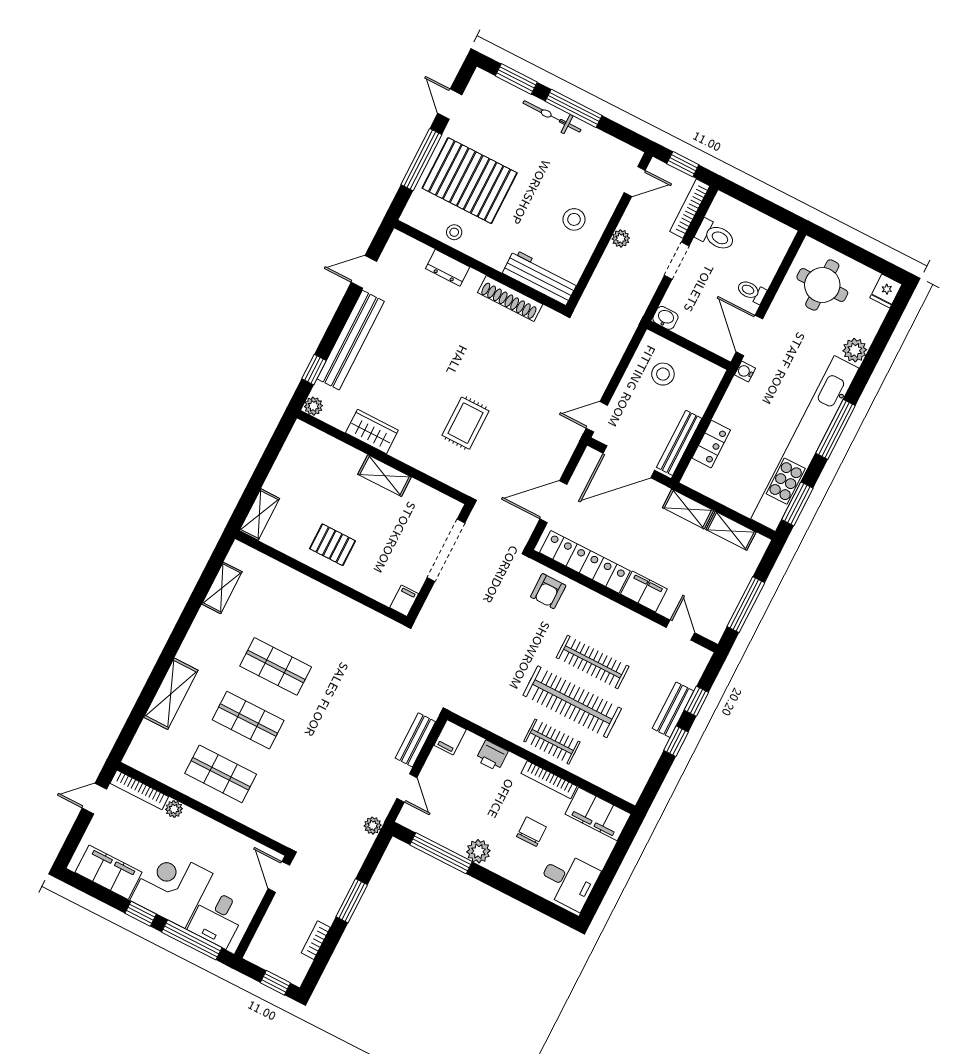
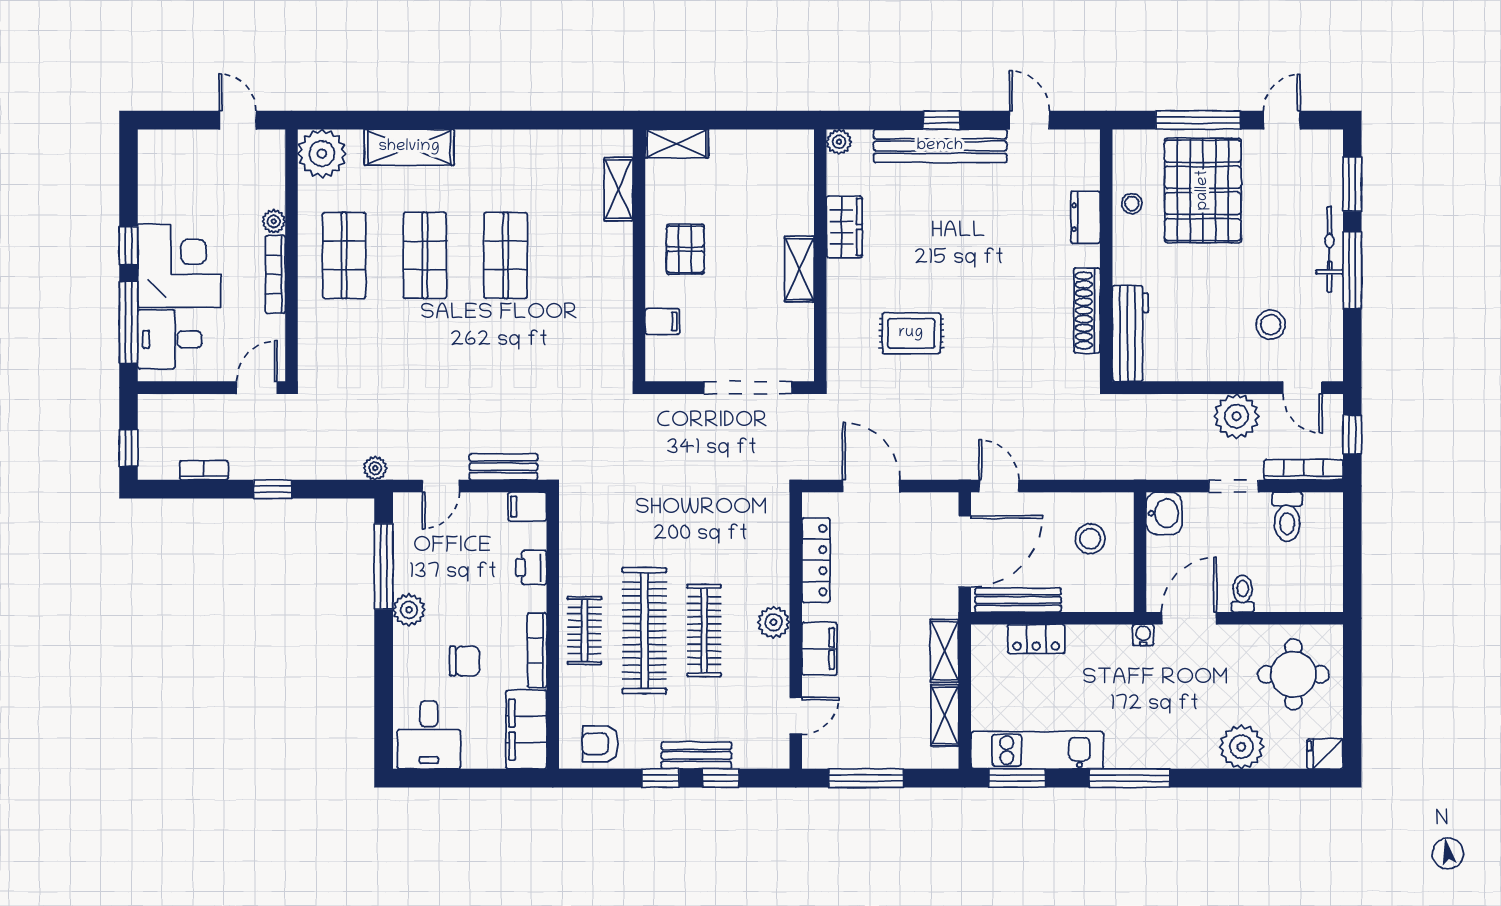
stool: (574, 219) -> (1271, 325), moved
plant: (621, 238) -> (1236, 416), width x1.88, depth x1.88
washbasin: (665, 318) -> (1164, 513), width x1.38, depth x1.45
plant: (855, 350) -> (1241, 747), width x1.36, depth x1.36
window: (314, 370) -> (942, 120), moved
kitchen unit: (805, 444) -> (1037, 750), width x0.54
door: (629, 462) -> (965, 551), swing flipped
locker: (585, 562) -> (816, 560), width x0.71, depth x0.83
shelving: (222, 588) -> (619, 189), moved, turned 90
armchair: (548, 591) -> (600, 744), moved
filing cabinet: (404, 601) -> (662, 321), moved
plant: (611, 613) -> (774, 622), added
plant: (145, 754) -> (322, 154), added
bookcase: (139, 790) -> (275, 274), moved
filing cabinet: (109, 872) -> (158, 182), removed
window: (352, 901) -> (273, 489), width x0.67

